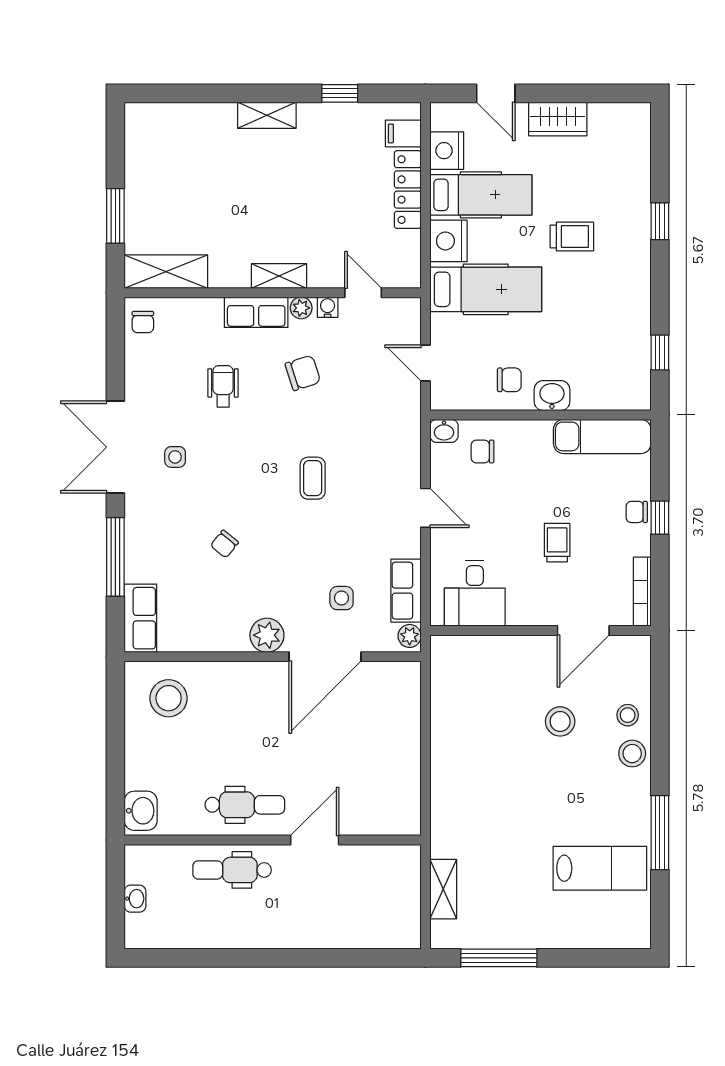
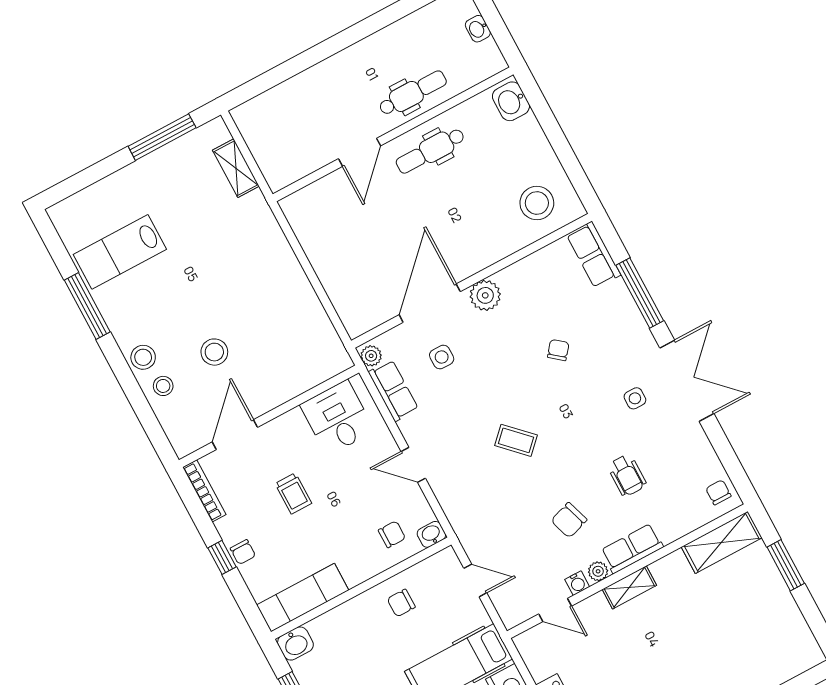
washbasin: (552, 396) -> (295, 643), moved
coffee table: (313, 478) -> (516, 440), turned -45
chair: (637, 512) -> (243, 552), turned 90

